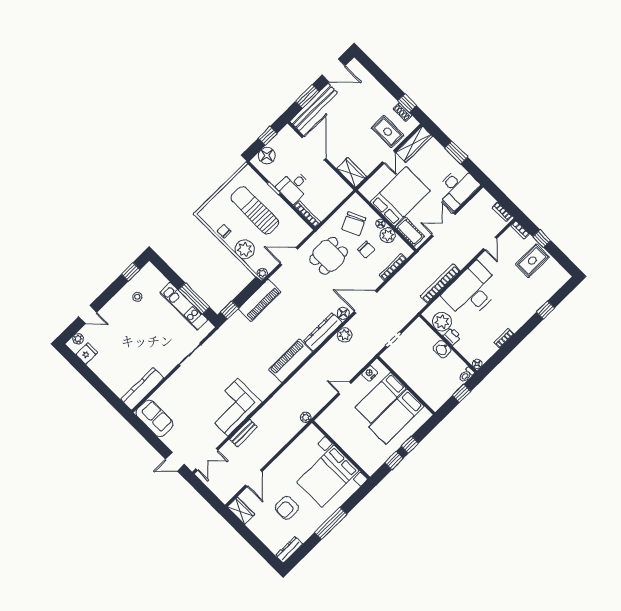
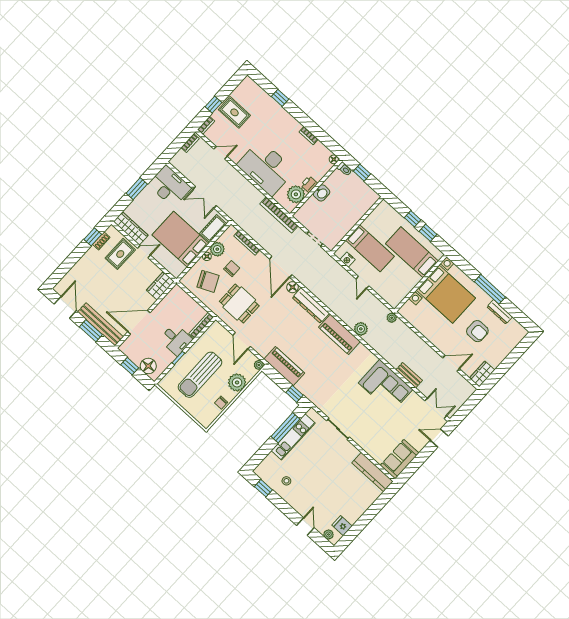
bookcase: (440, 284) -> (279, 215), moved
plant: (345, 335) -> (361, 329), moved
bed: (396, 417) -> (412, 252), moved, turned 180
door: (175, 462) -> (439, 438), swing flipped
dresser: (289, 550) -> (500, 312), moved

